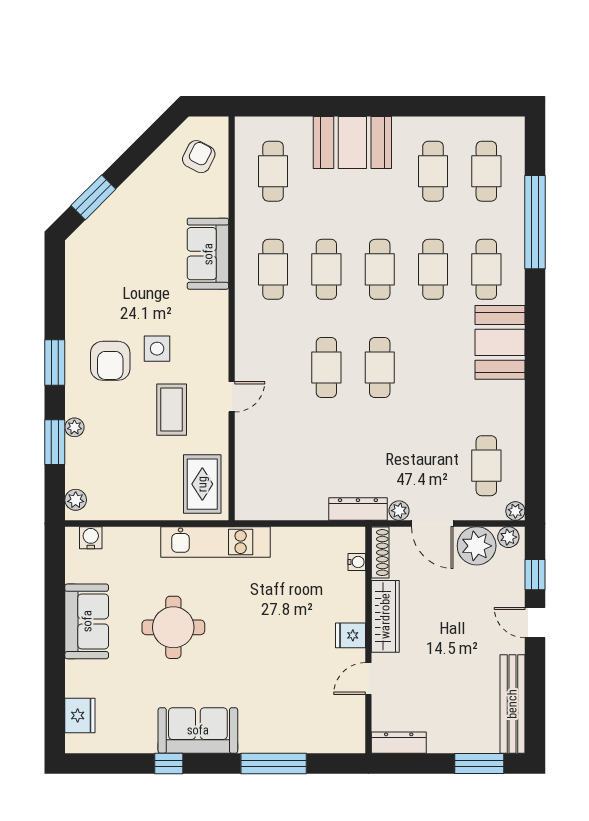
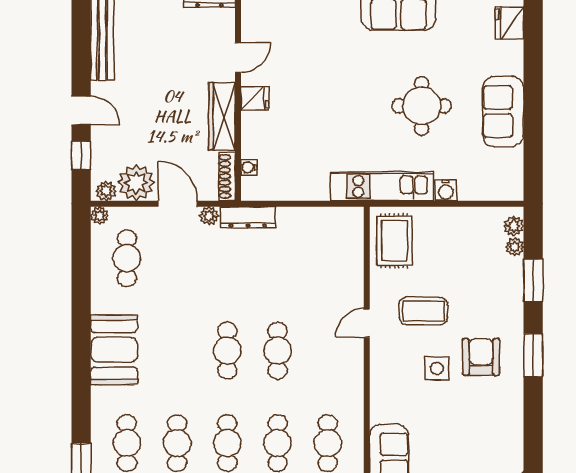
booth: (500, 342) -> (114, 350), moved
coffee table: (172, 410) -> (423, 311), turned 90
plant: (74, 427) -> (515, 247), moved
water cooler: (91, 538) -> (446, 190), moved

